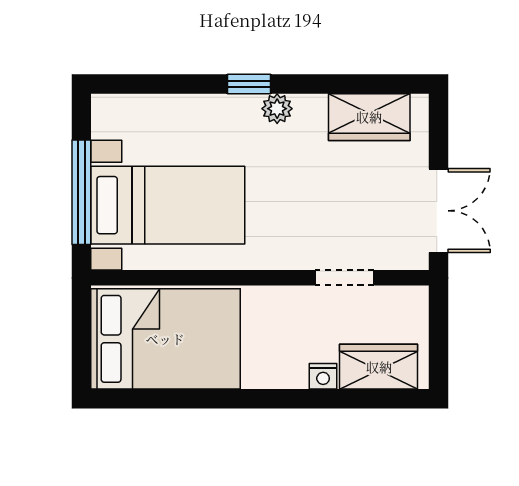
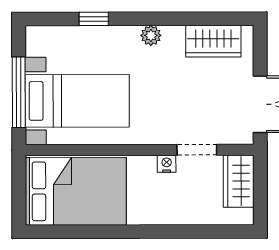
window: (249, 84) -> (94, 19), moved
wardrobe: (379, 367) -> (239, 181), moved, turned -90
nightstand: (323, 376) -> (167, 164), moved, turned 180

